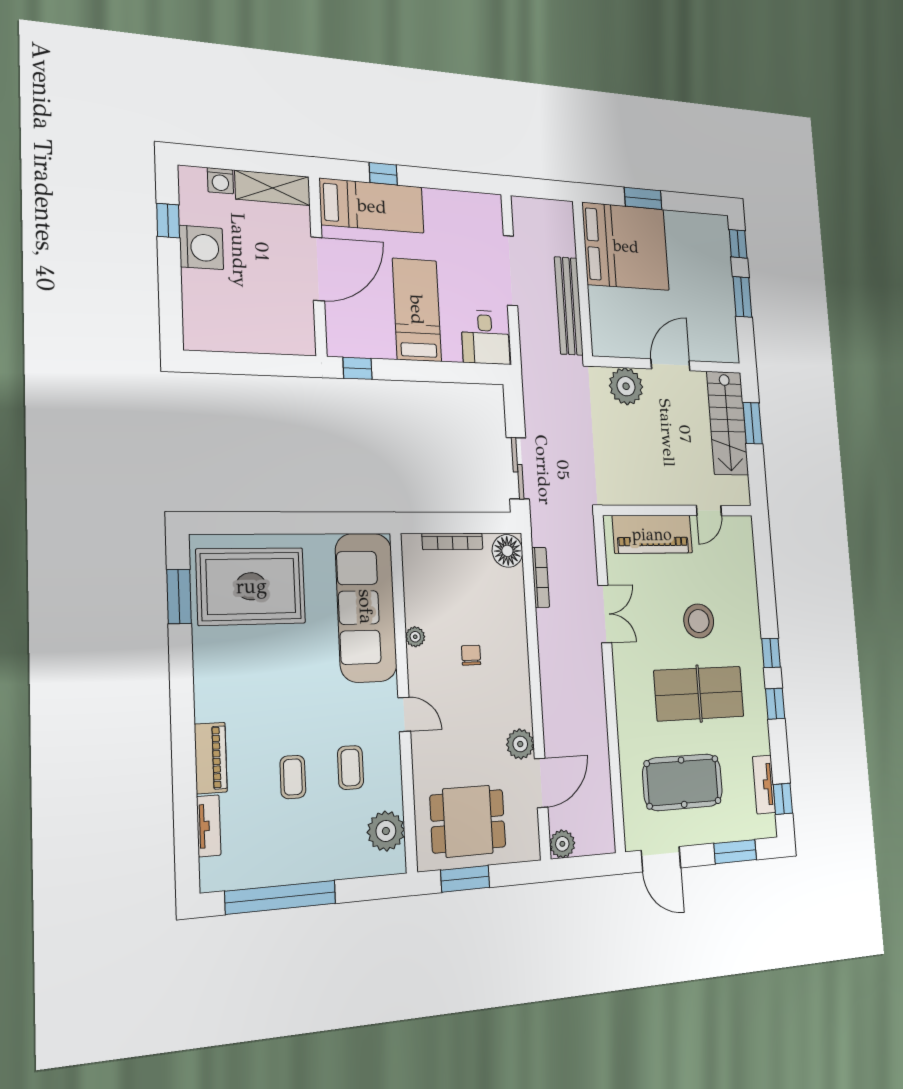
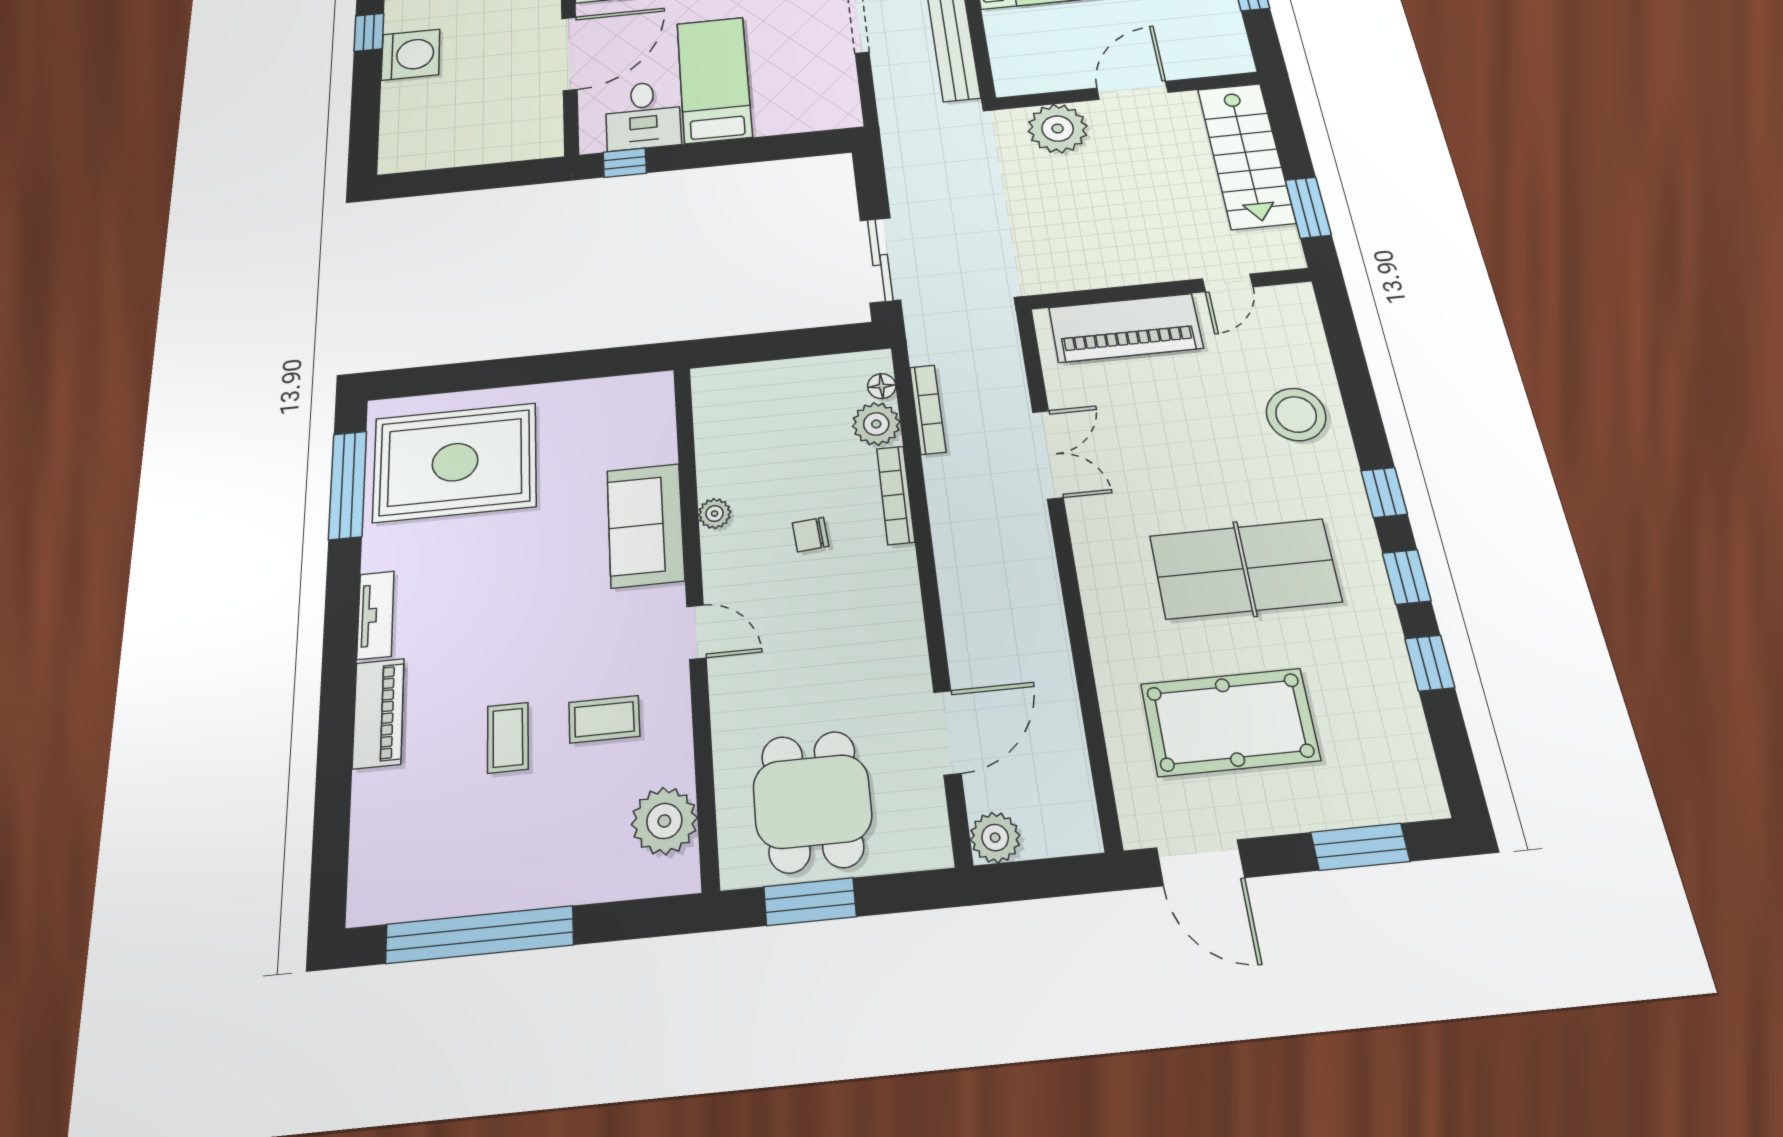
desk: (485, 337) -> (643, 115), moved
window: (753, 423) -> (1308, 208), moved
bookcase: (452, 541) -> (896, 495), moved, turned 90
floor lamp: (507, 551) -> (882, 386), width x0.53, depth x0.53
window: (179, 596) -> (348, 485), width x1.44
sofa: (366, 607) -> (645, 525), width x0.54, depth x0.79
stool: (699, 621) -> (1296, 414), moved
chair: (471, 655) -> (811, 535), turned -95
plant: (520, 744) -> (876, 424), moved
coffee table: (350, 768) -> (604, 719), turned 90
tv unit: (764, 784) -> (1405, 720), removed
window: (783, 799) -> (1430, 663), moved
dining table: (468, 821) -> (812, 801), turned 90
tv unit: (209, 826) -> (375, 615), moved

